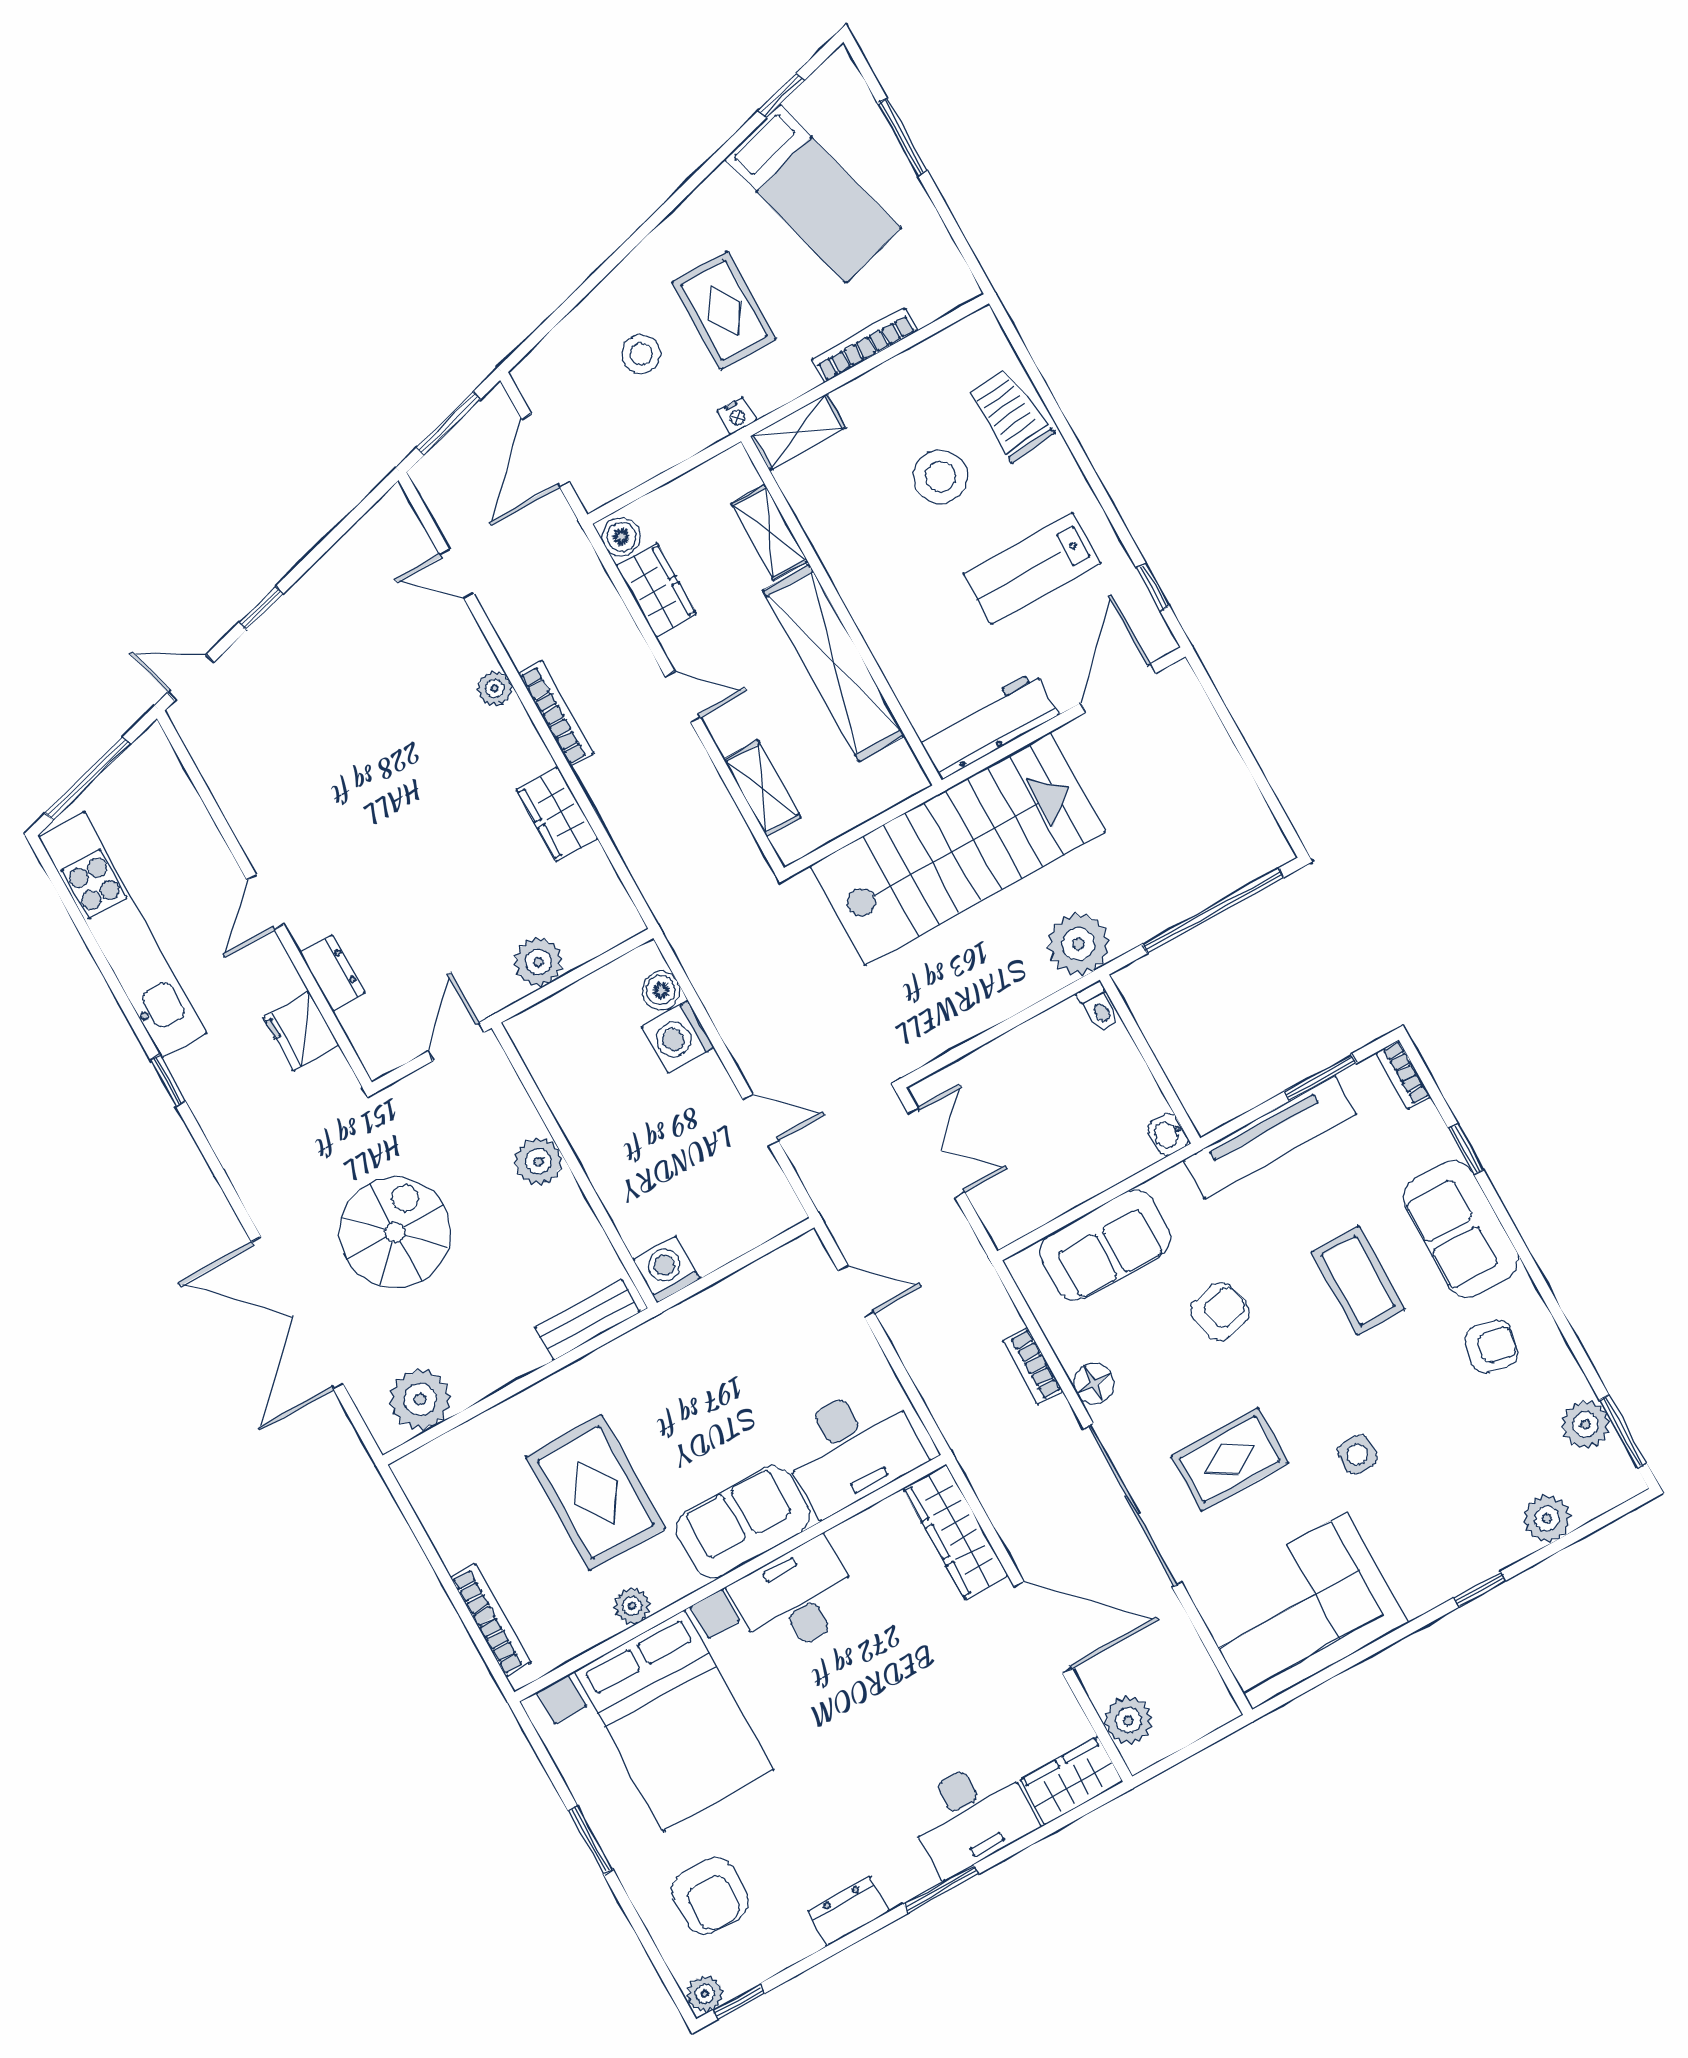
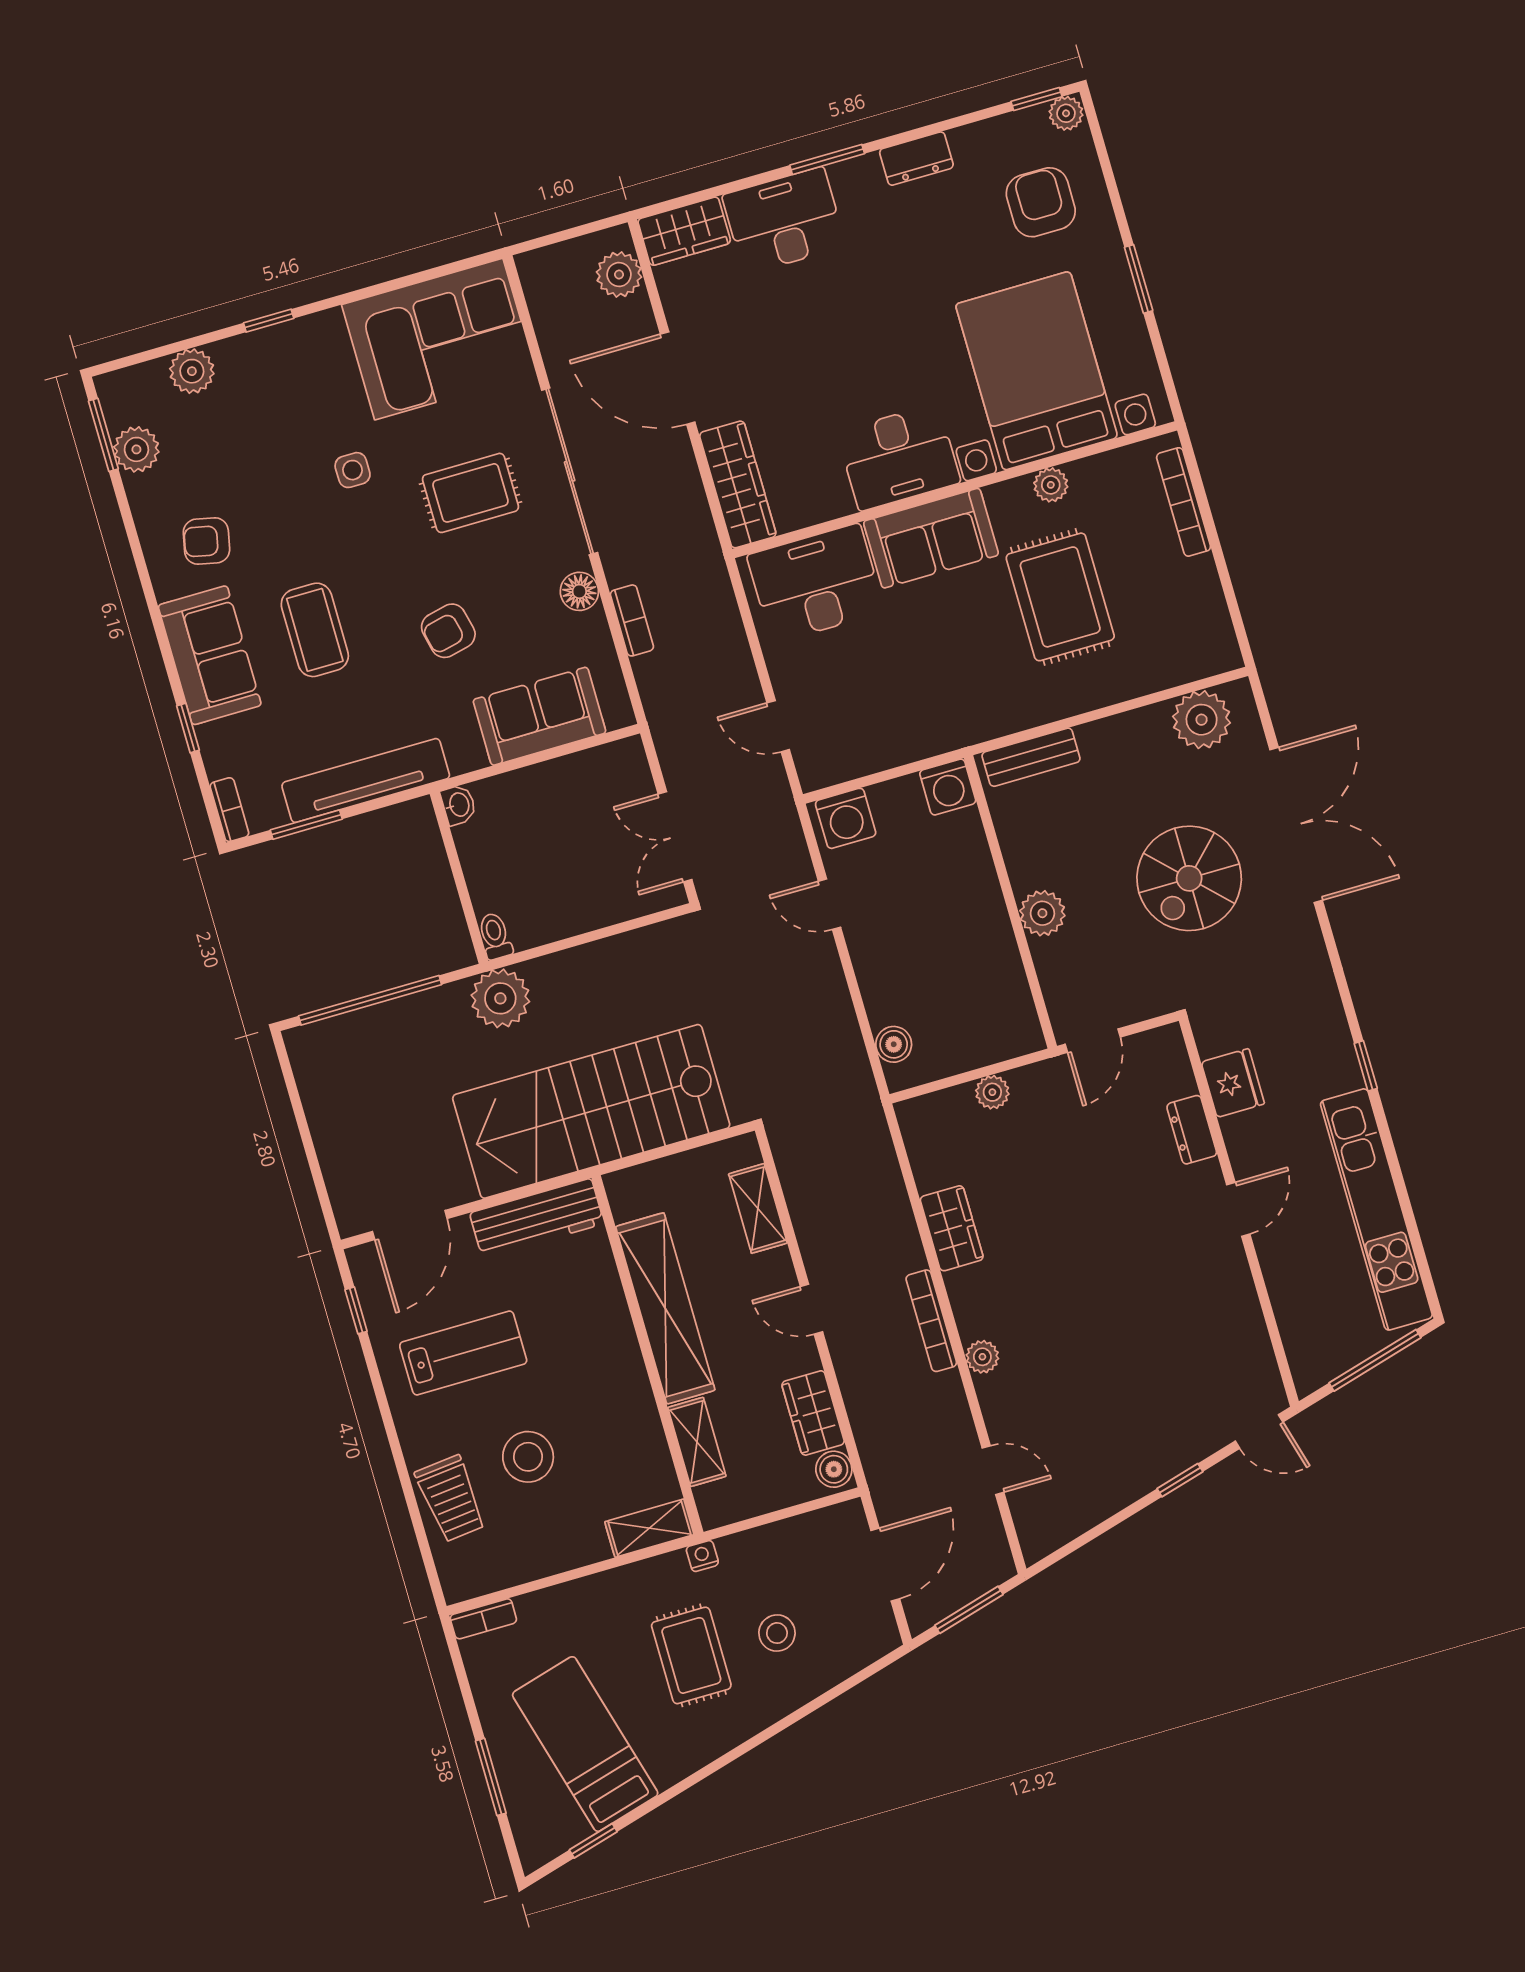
bookcase: (864, 345) -> (483, 1619), moved, width x0.64
plant: (538, 962) -> (992, 1092), width x0.73, depth x0.73
washing machine: (678, 1037) -> (846, 818), moved, turned 90

